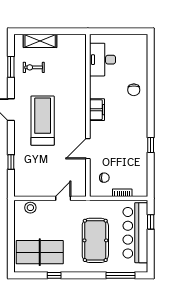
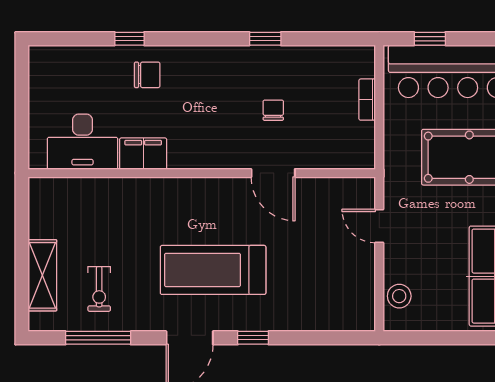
window: (11, 67) -> (98, 338), width x1.44
window: (151, 82) -> (129, 39), added
filing cabinet: (97, 110) -> (143, 154), moved
window: (11, 162) -> (253, 338), moved
chair: (104, 178) -> (273, 110), moved

